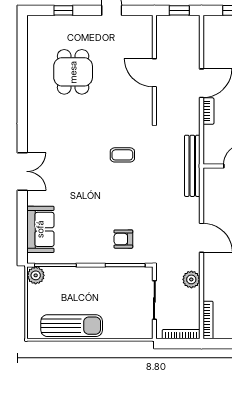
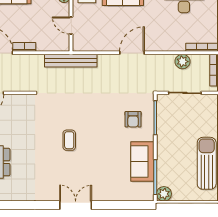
coffee table: (122, 155) -> (69, 140), moved
sofa: (40, 229) -> (142, 162), moved, turned -90
plant: (191, 279) -> (183, 62), moved

